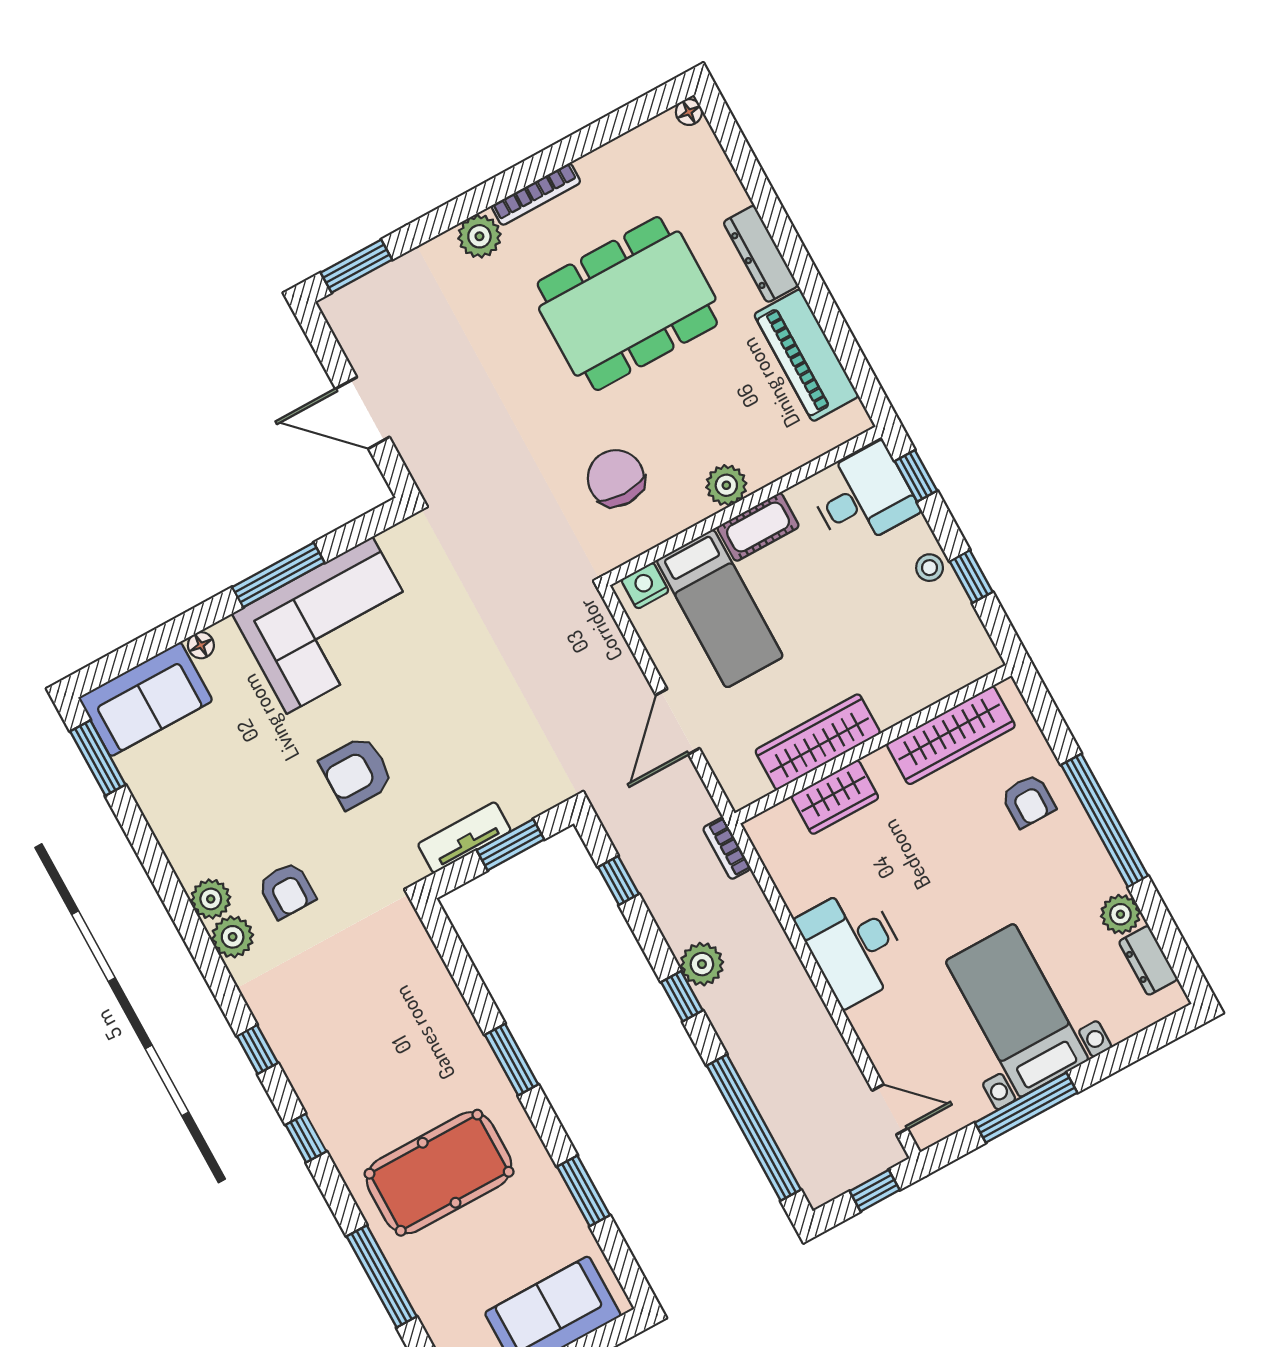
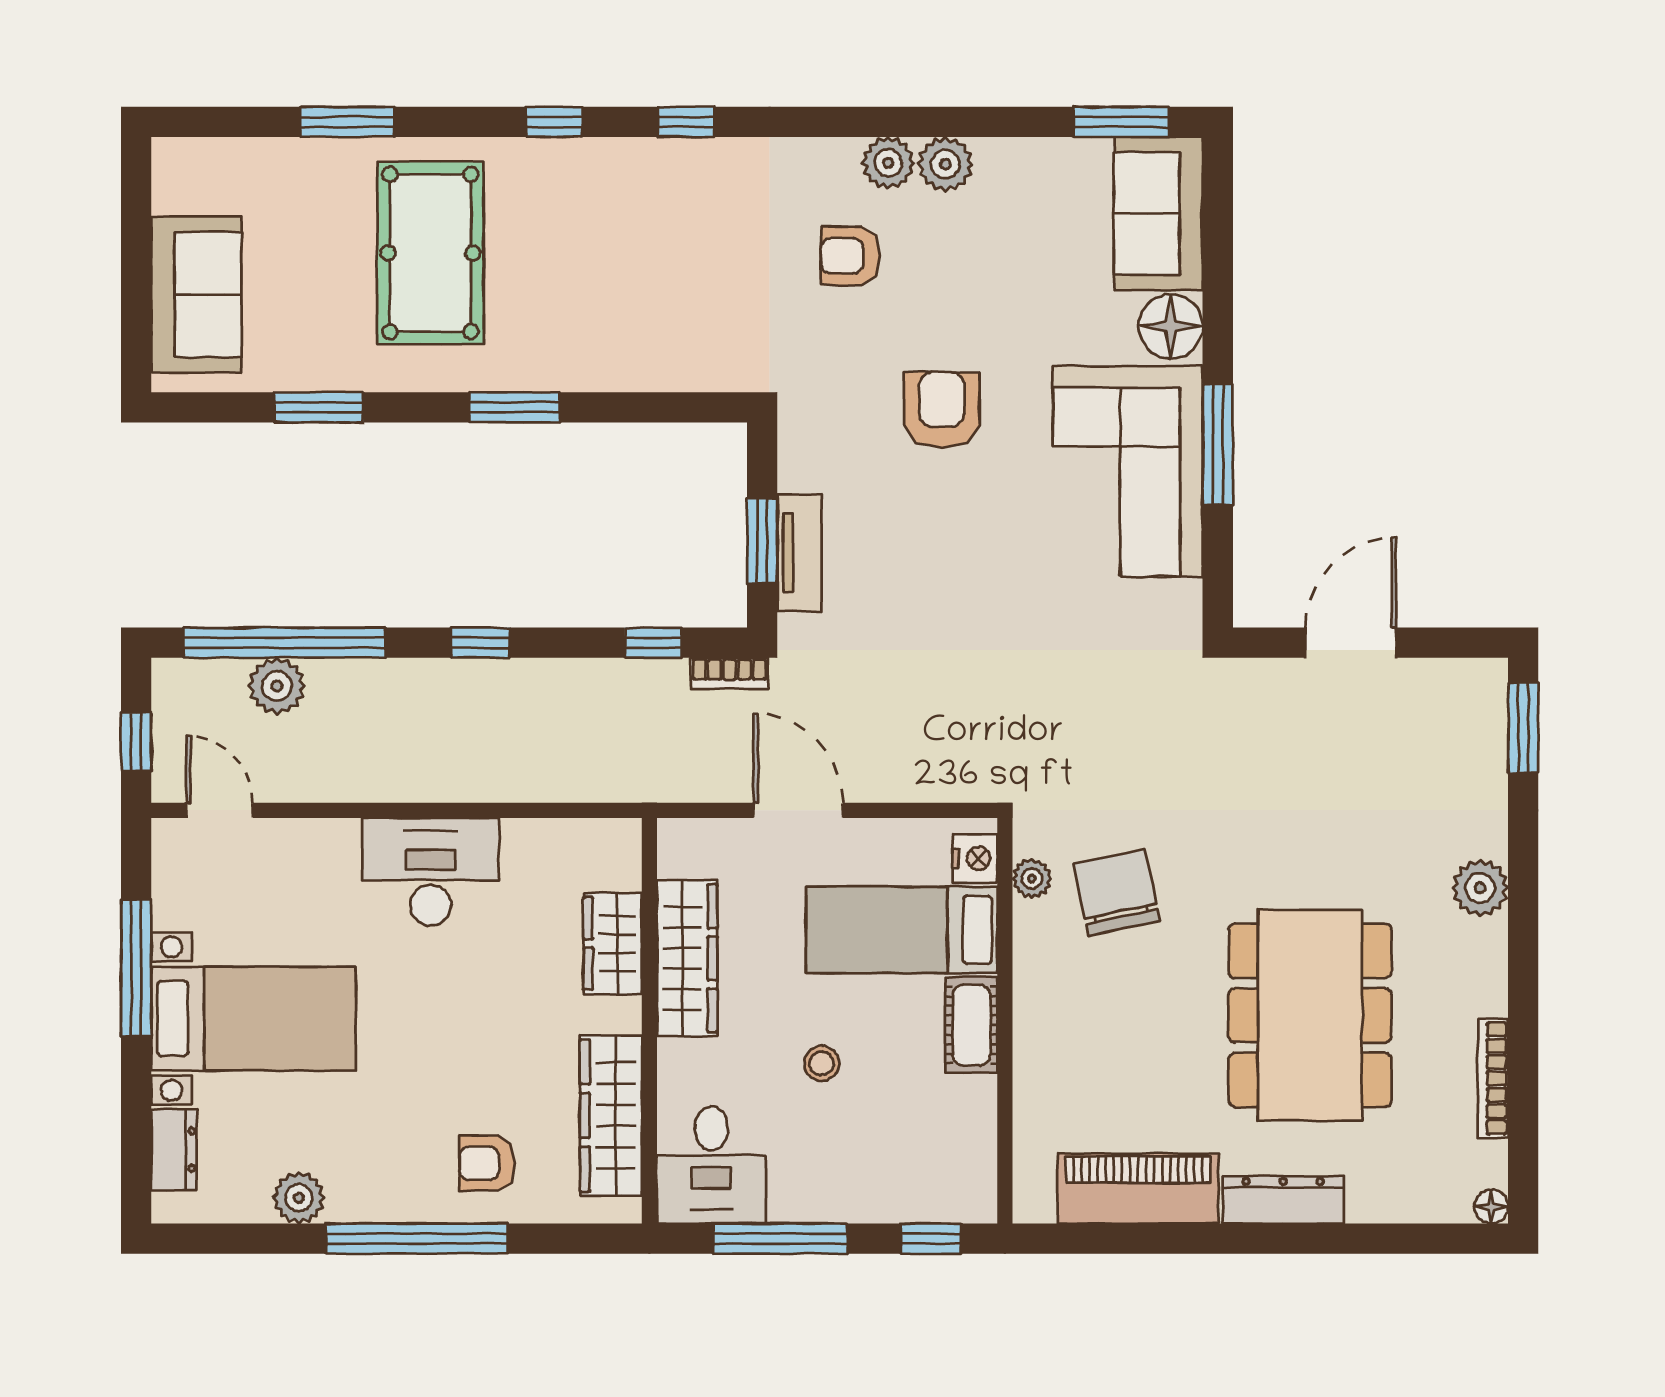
bookcase: (536, 194) -> (1493, 1078), moved
chair: (616, 478) -> (1117, 892), turned -102
plant: (726, 485) -> (1032, 879), moved, width x0.73, depth x0.73
desk: (863, 497) -> (711, 1165), moved
stool: (930, 568) -> (822, 1063), moved
window: (971, 577) -> (780, 1239), width x2.17
floor lamp: (201, 645) -> (1171, 326), width x1.89, depth x1.89
tv unit: (464, 837) -> (799, 553), moved
bookcase: (727, 848) -> (729, 673), moved, turned 180
plant: (233, 937) -> (945, 164), moved
dresser: (1148, 960) -> (174, 1150), moved, turned 90
plant: (702, 964) -> (277, 686), moved
door: (890, 1109) -> (220, 810), swing flipped
window: (382, 1276) -> (347, 122), width x0.69

